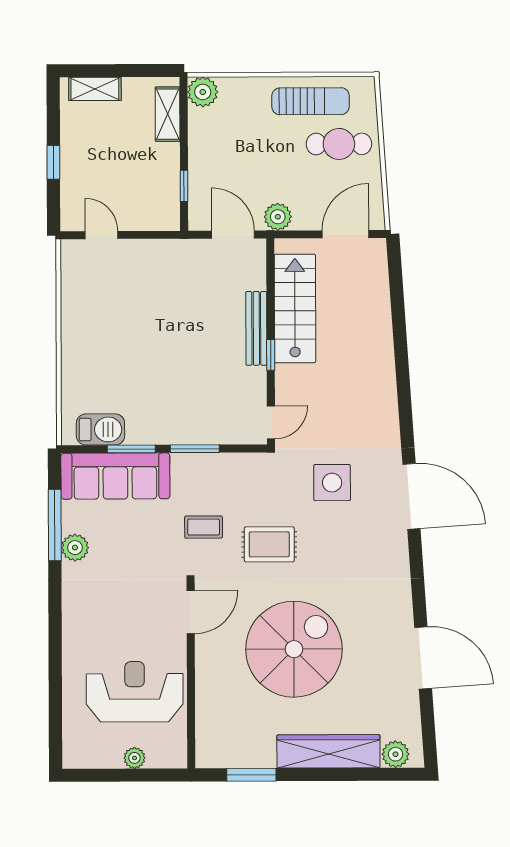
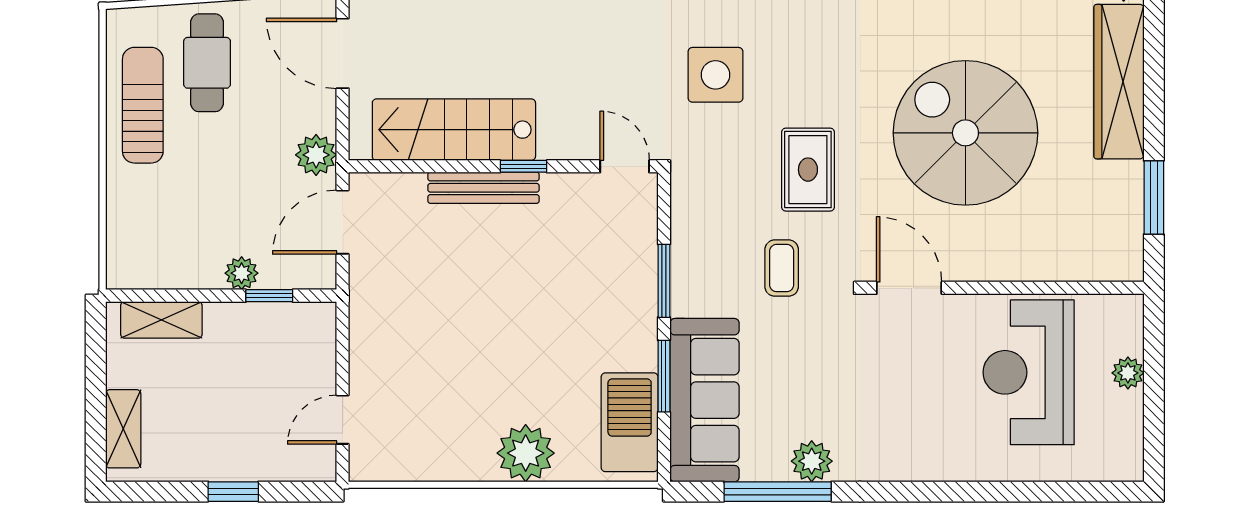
plant: (203, 92) -> (242, 273), moved, width x0.73, depth x0.73
plant: (80, 357) -> (526, 453), added
barbecue: (100, 429) -> (630, 422), width x1.37, depth x1.21

